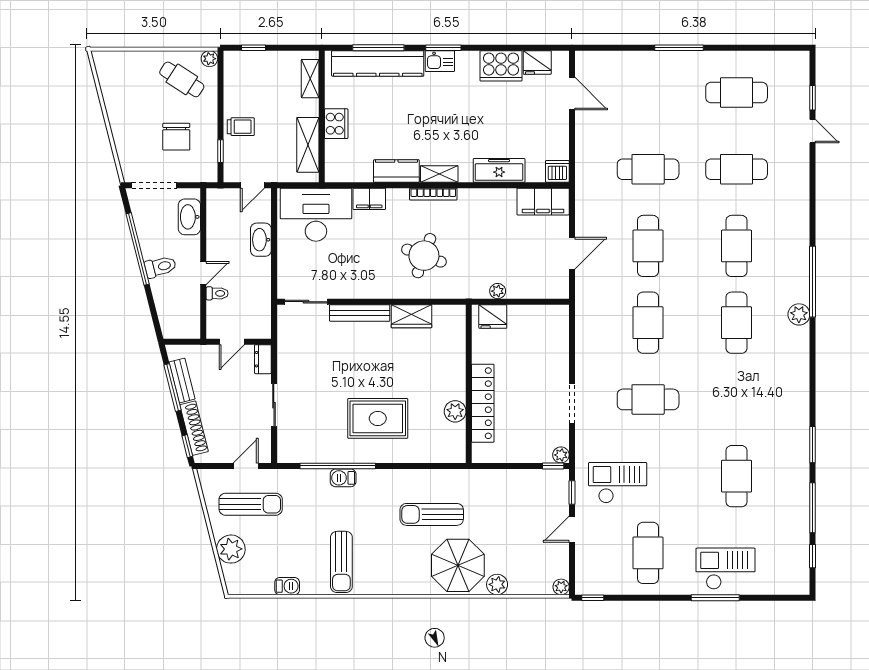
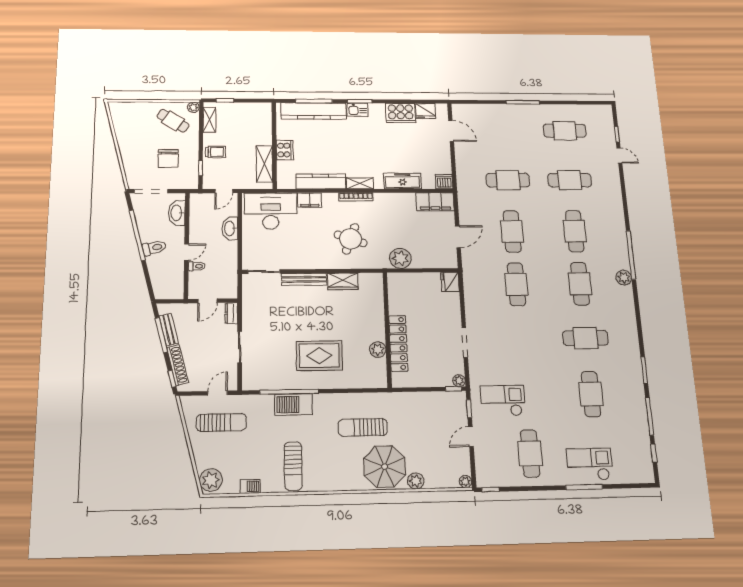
shelving: (310, 79) -> (209, 120), moved
kitchen counter: (396, 171) -> (321, 181), width x1.50
plant: (498, 291) -> (400, 258), width x1.87, depth x1.87
fridge: (493, 317) -> (450, 282), moved, turned 90
cafe table: (648, 399) -> (585, 338), moved
barbecue: (343, 478) -> (294, 404), width x1.88, depth x1.53
plant: (231, 549) -> (211, 480), moved

